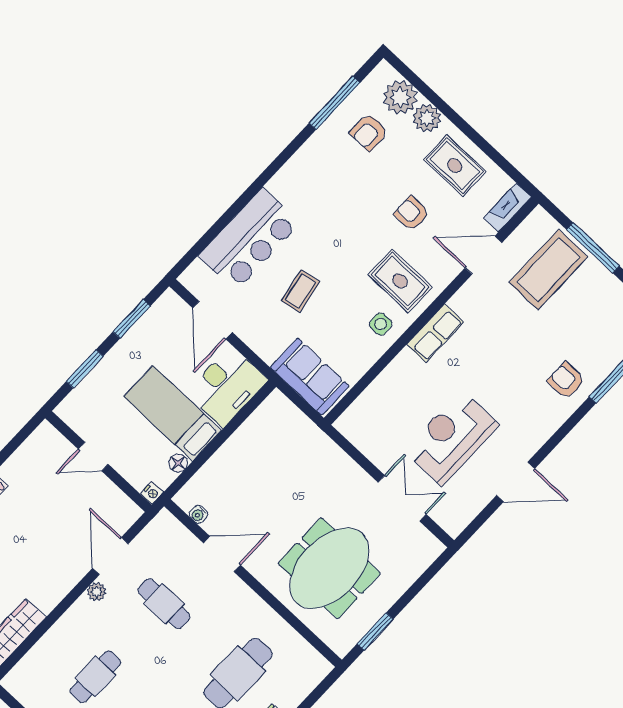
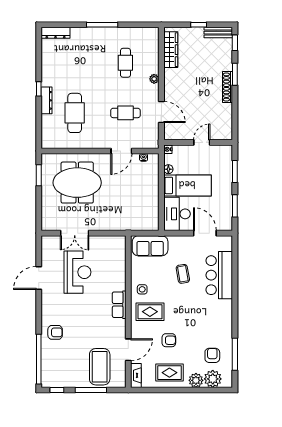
meeting table: (329, 568) -> (77, 183), turned 90
plant: (97, 592) -> (154, 79), moved

